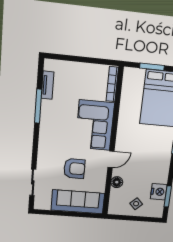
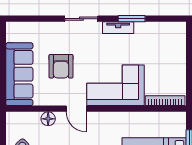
tv unit: (48, 85) -> (118, 28), moved
window: (38, 106) -> (132, 19), width x0.69
sliding door: (33, 182) -> (81, 19), moved

